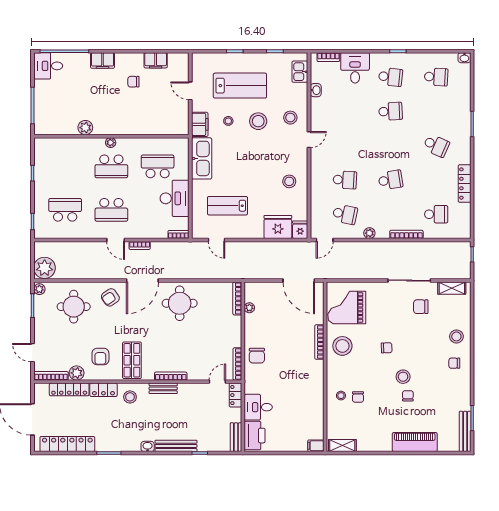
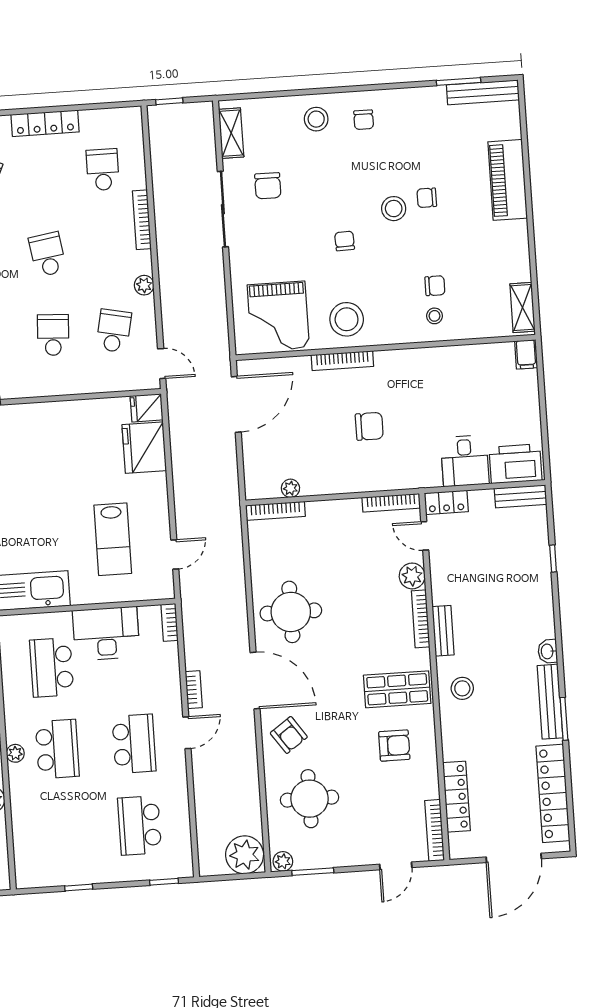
stool: (289, 181) -> (62, 433), removed
chair: (257, 356) -> (369, 426), moved
plant: (77, 373) -> (412, 576), moved
locker: (103, 390) -> (453, 736), removed
bench: (176, 446) -> (550, 702), moved

